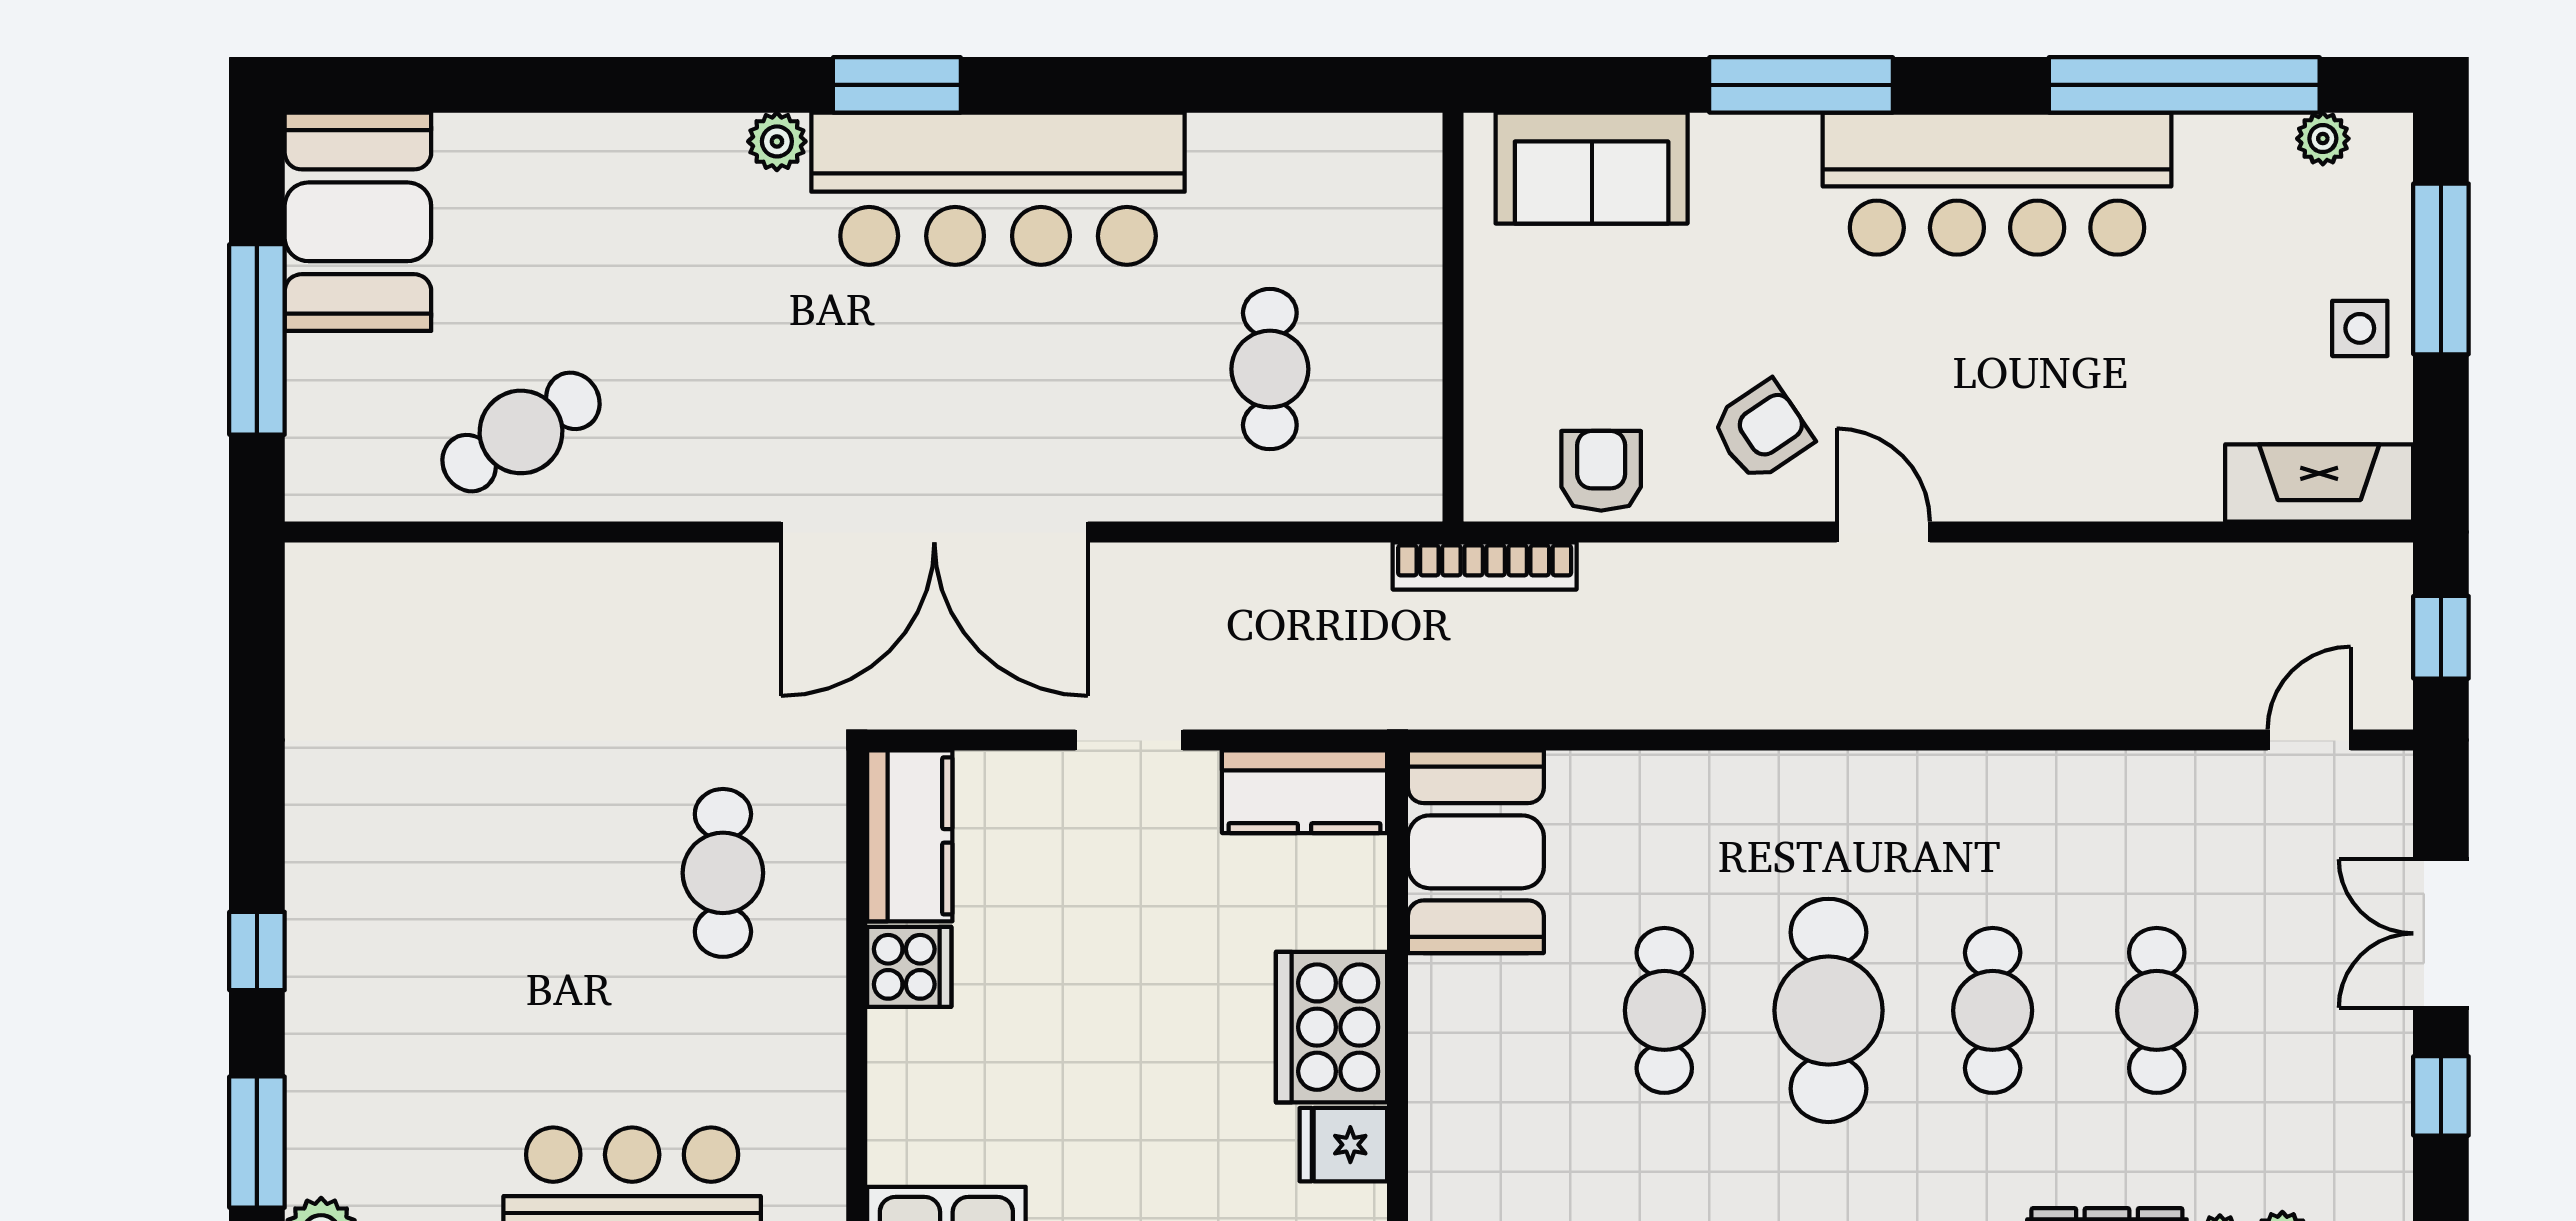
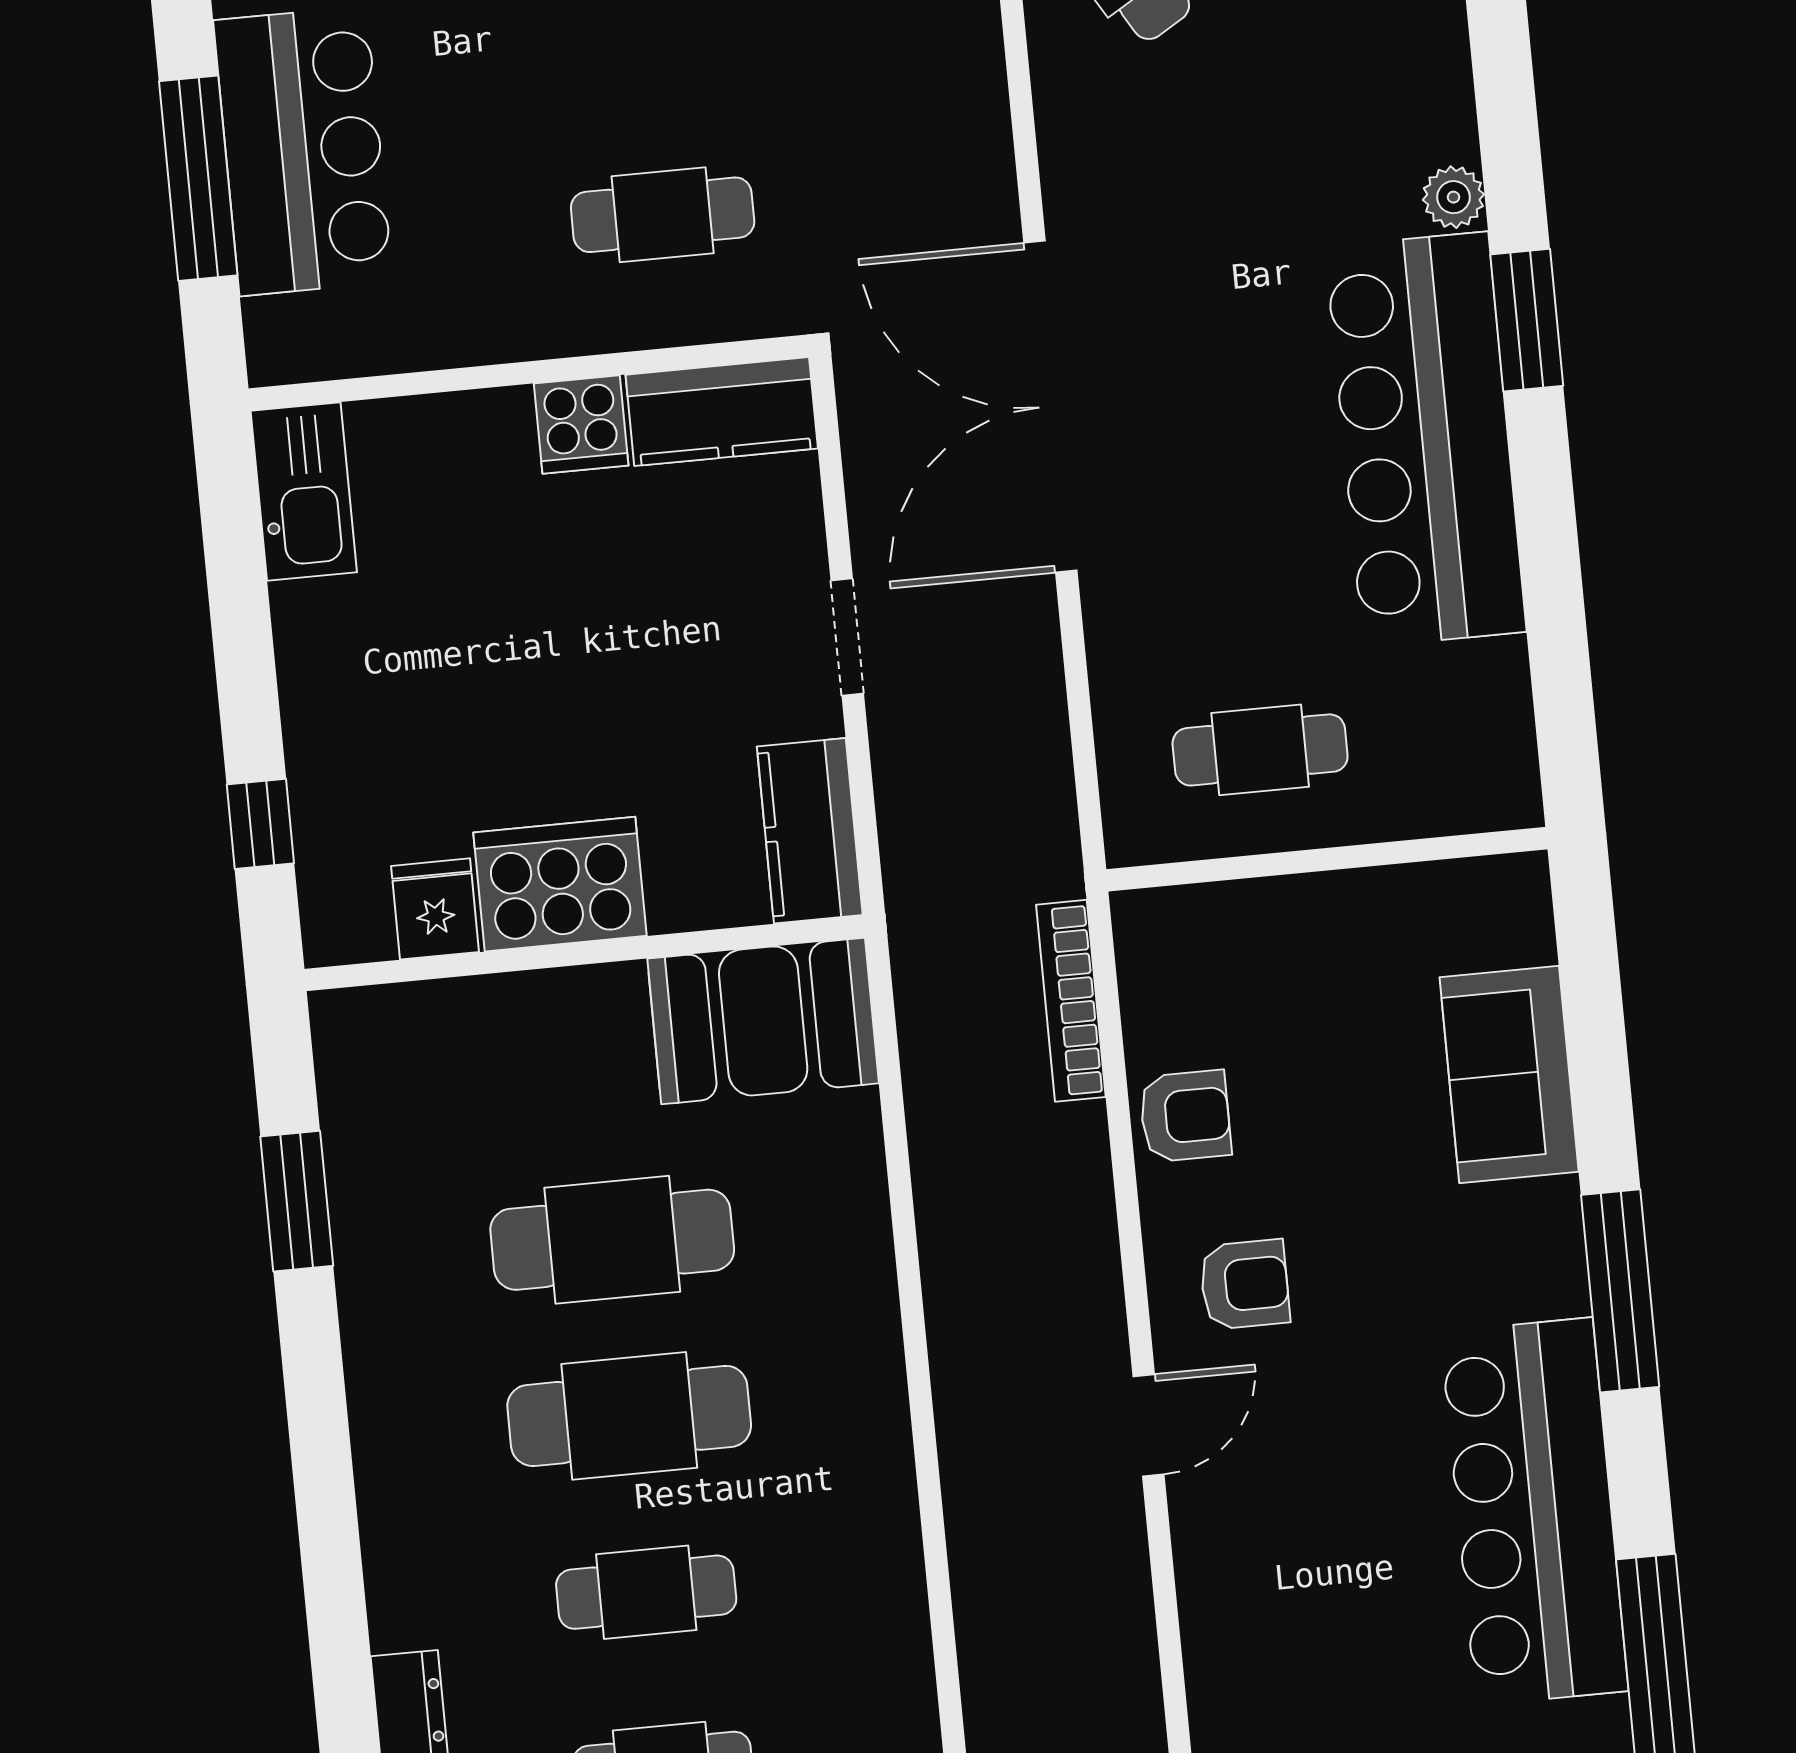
wall: (1453, 317) -> (1327, 859), moved
armchair: (1762, 431) -> (1245, 1284), turned -56
cafe table: (1664, 1010) -> (612, 1240), width x1.37, depth x1.35

